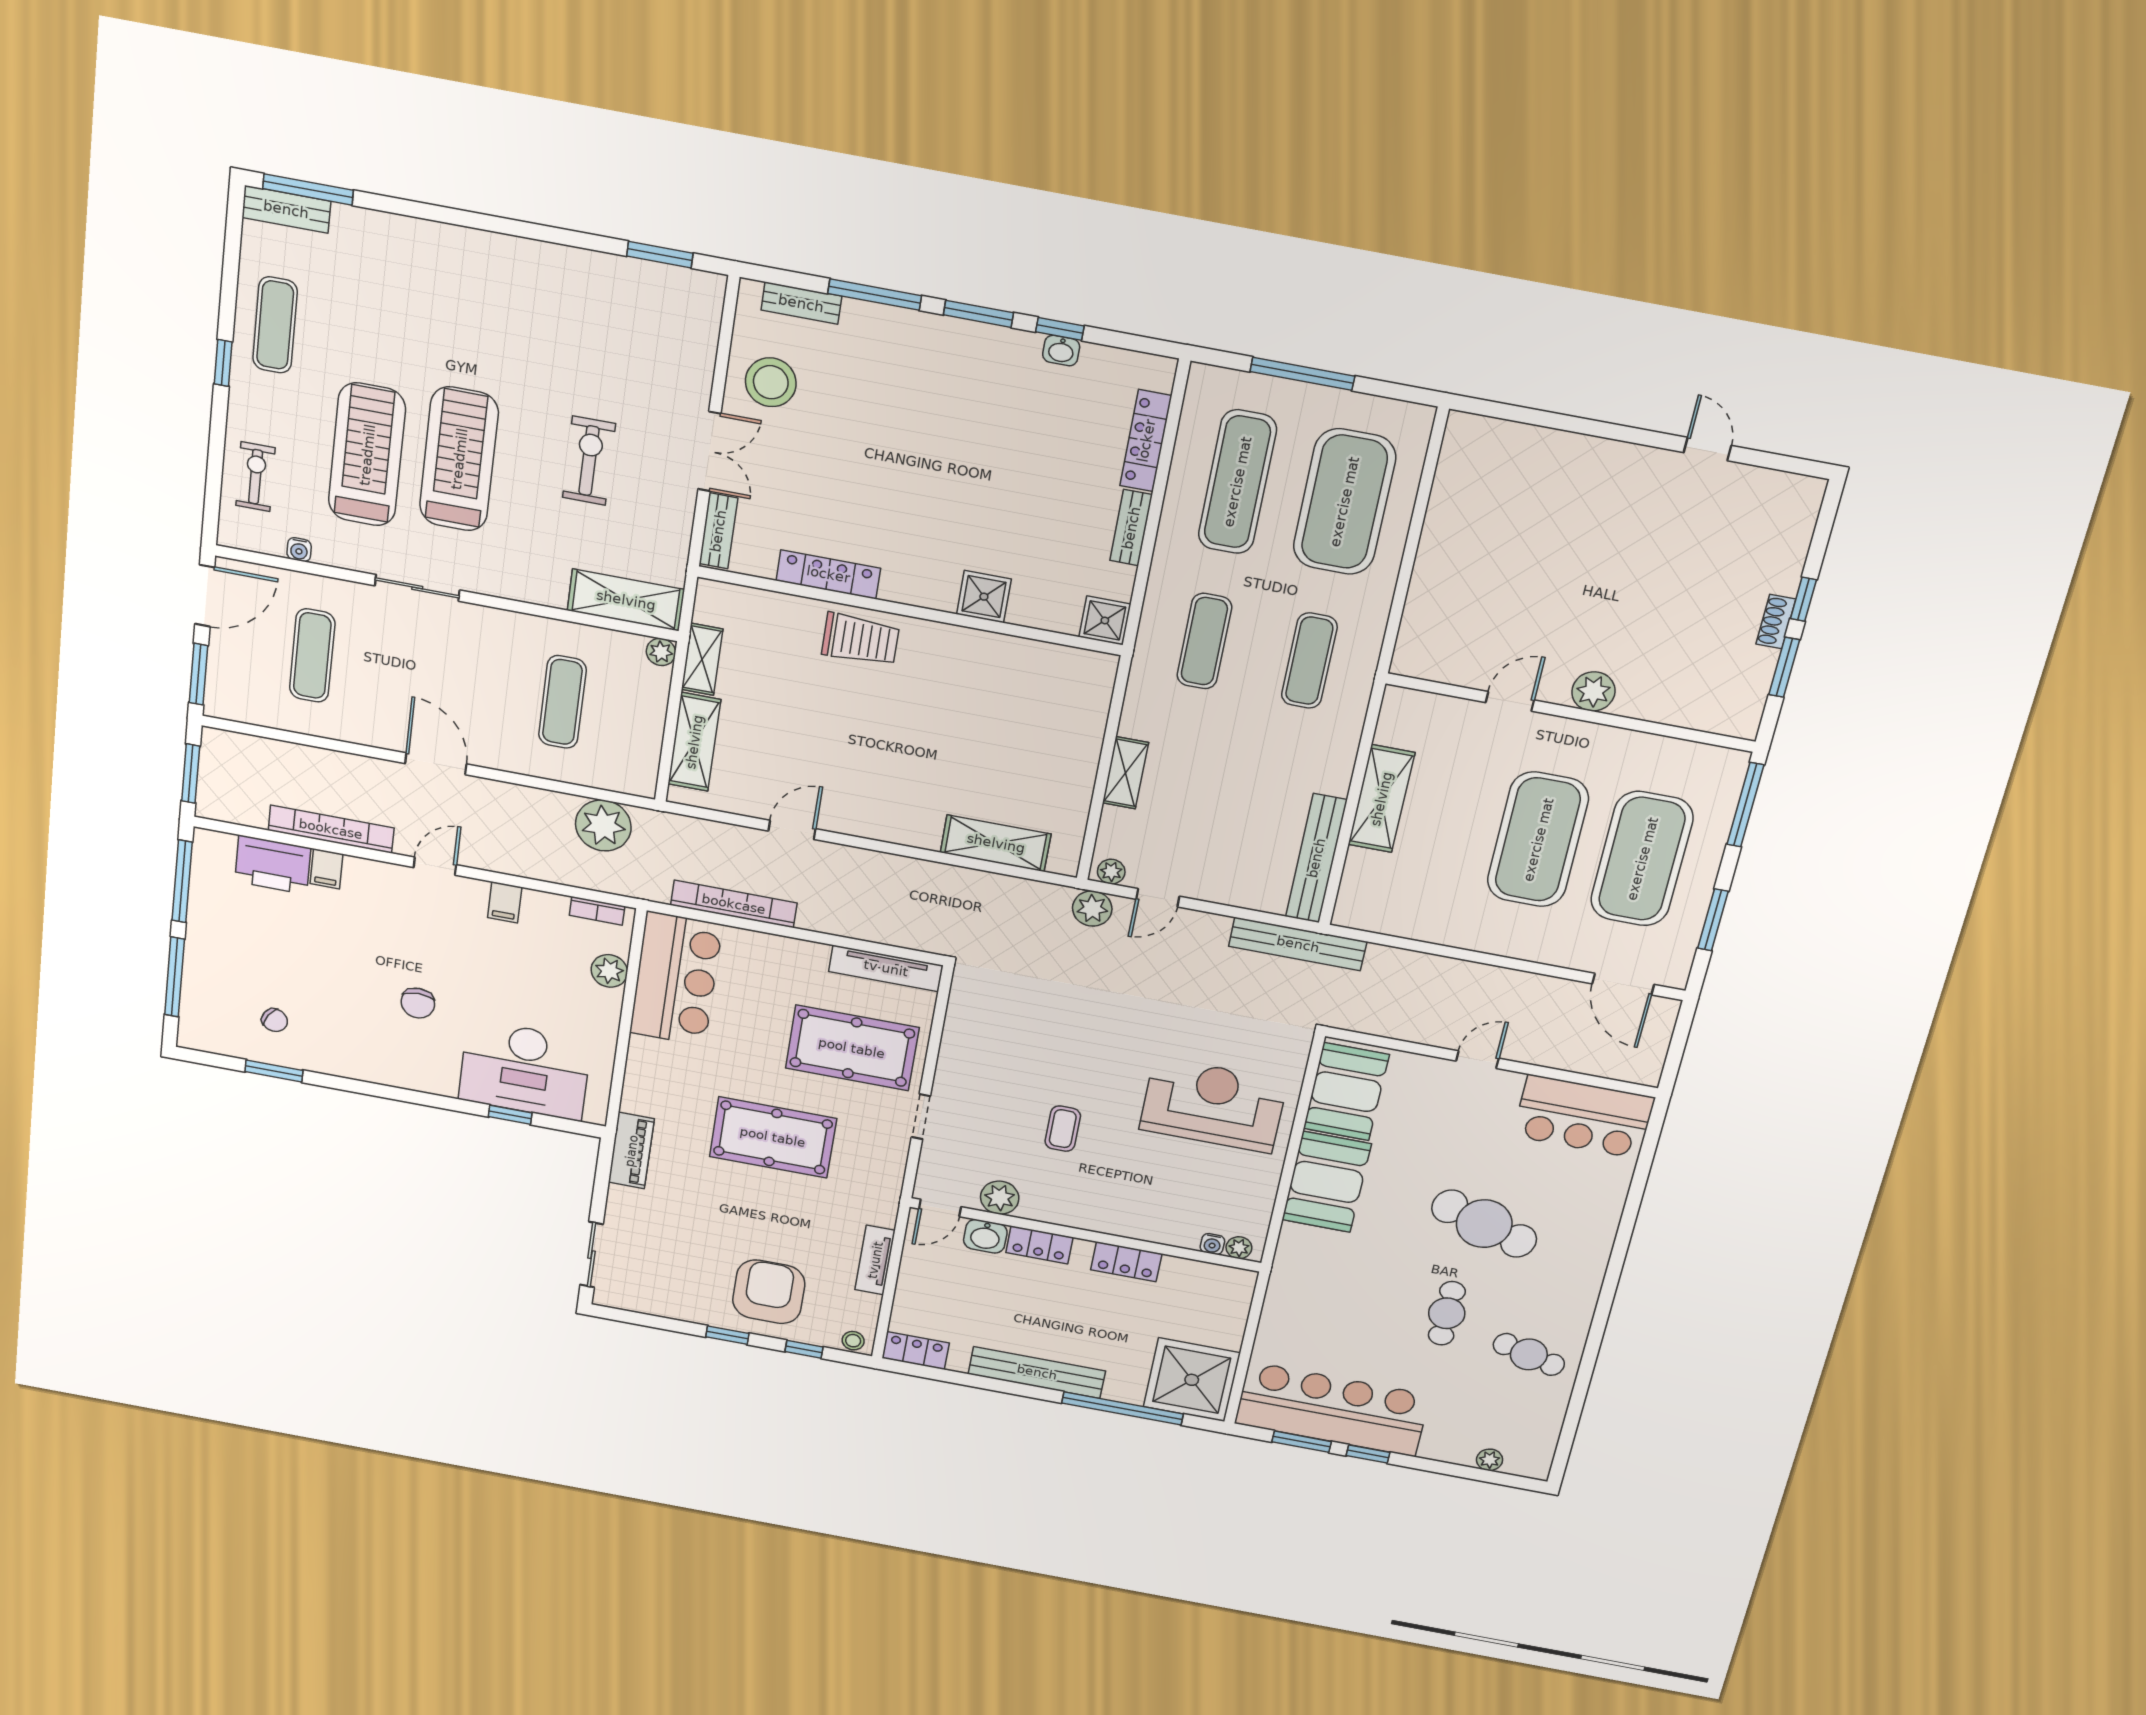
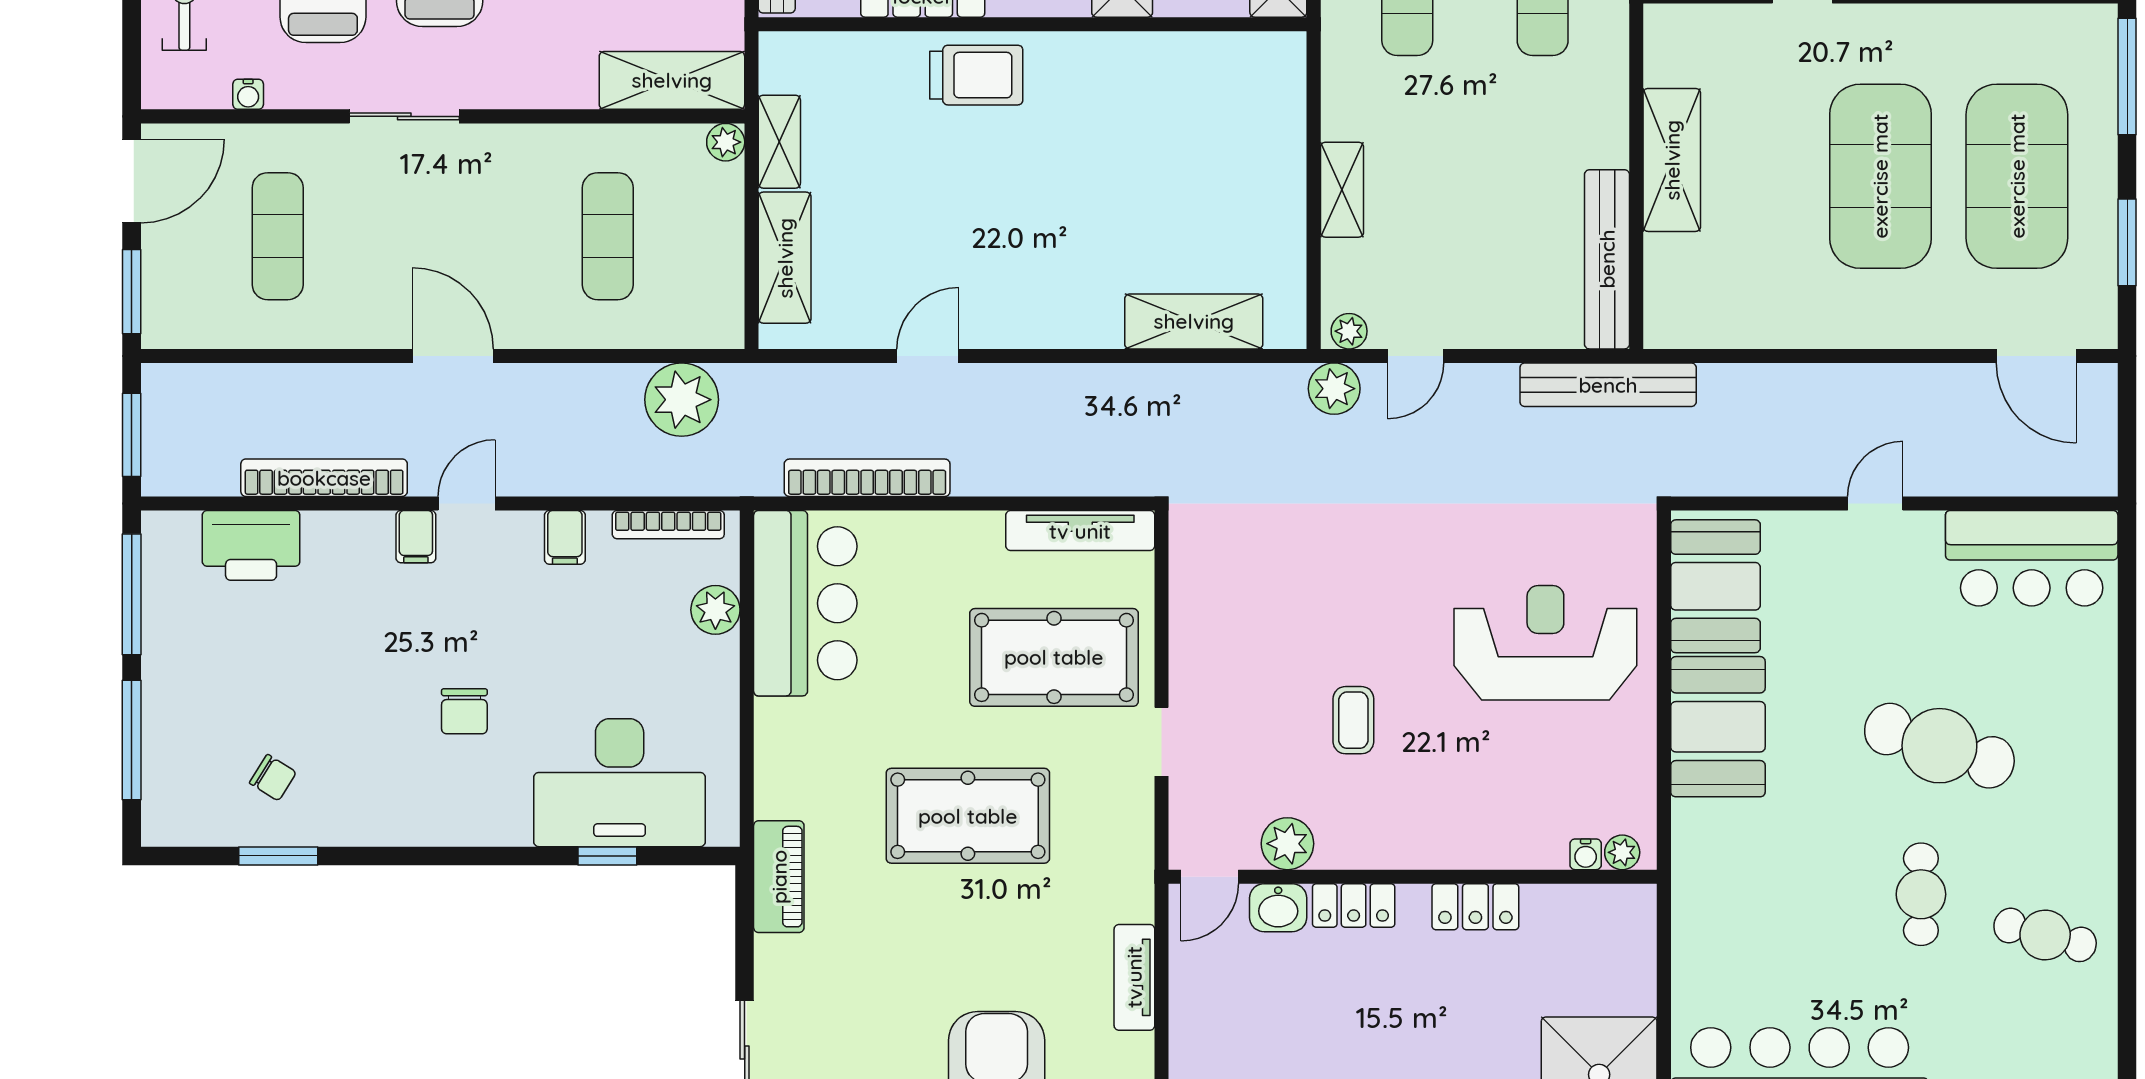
filing cabinet: (326, 869) -> (416, 537), moved
bookcase: (597, 911) -> (668, 525), width x1.56

